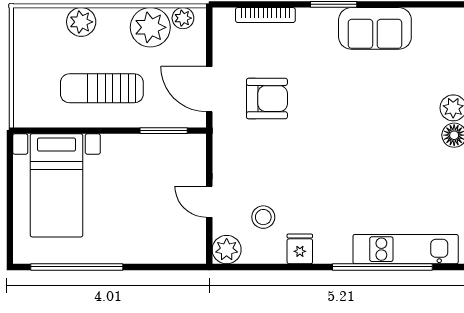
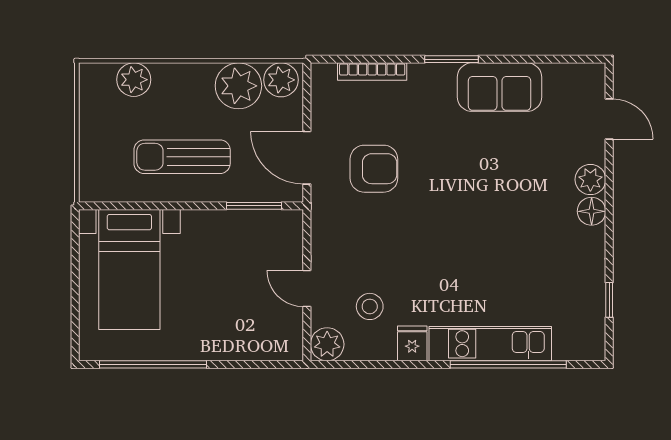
plant: (183, 18) -> (281, 80), width x1.38, depth x1.38
plant: (81, 22) -> (134, 80), moved
kitchen unit: (406, 249) -> (490, 344), moved

